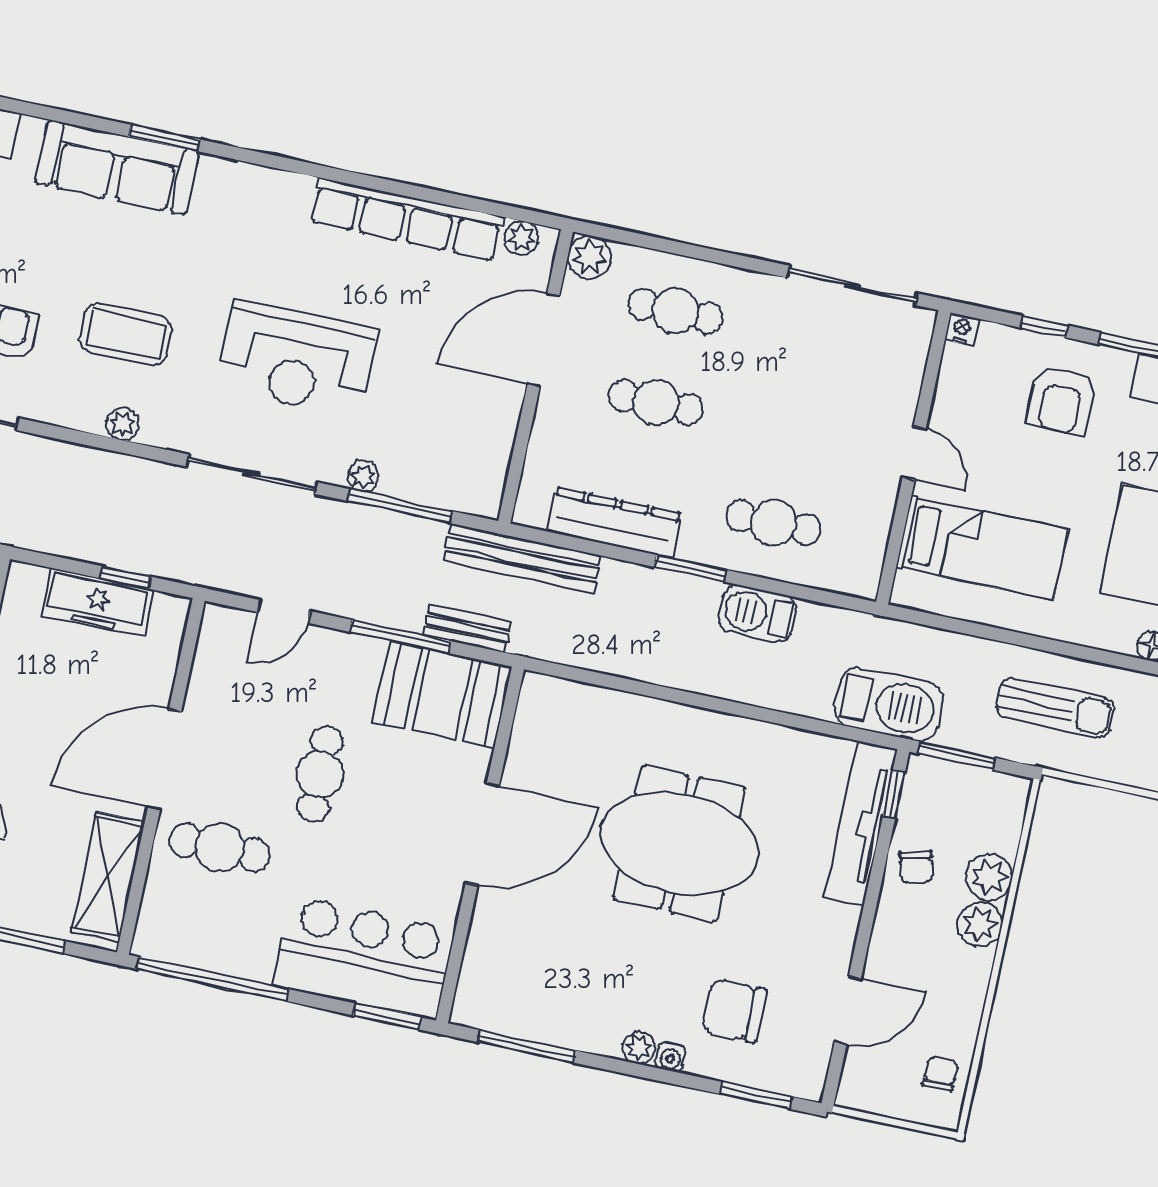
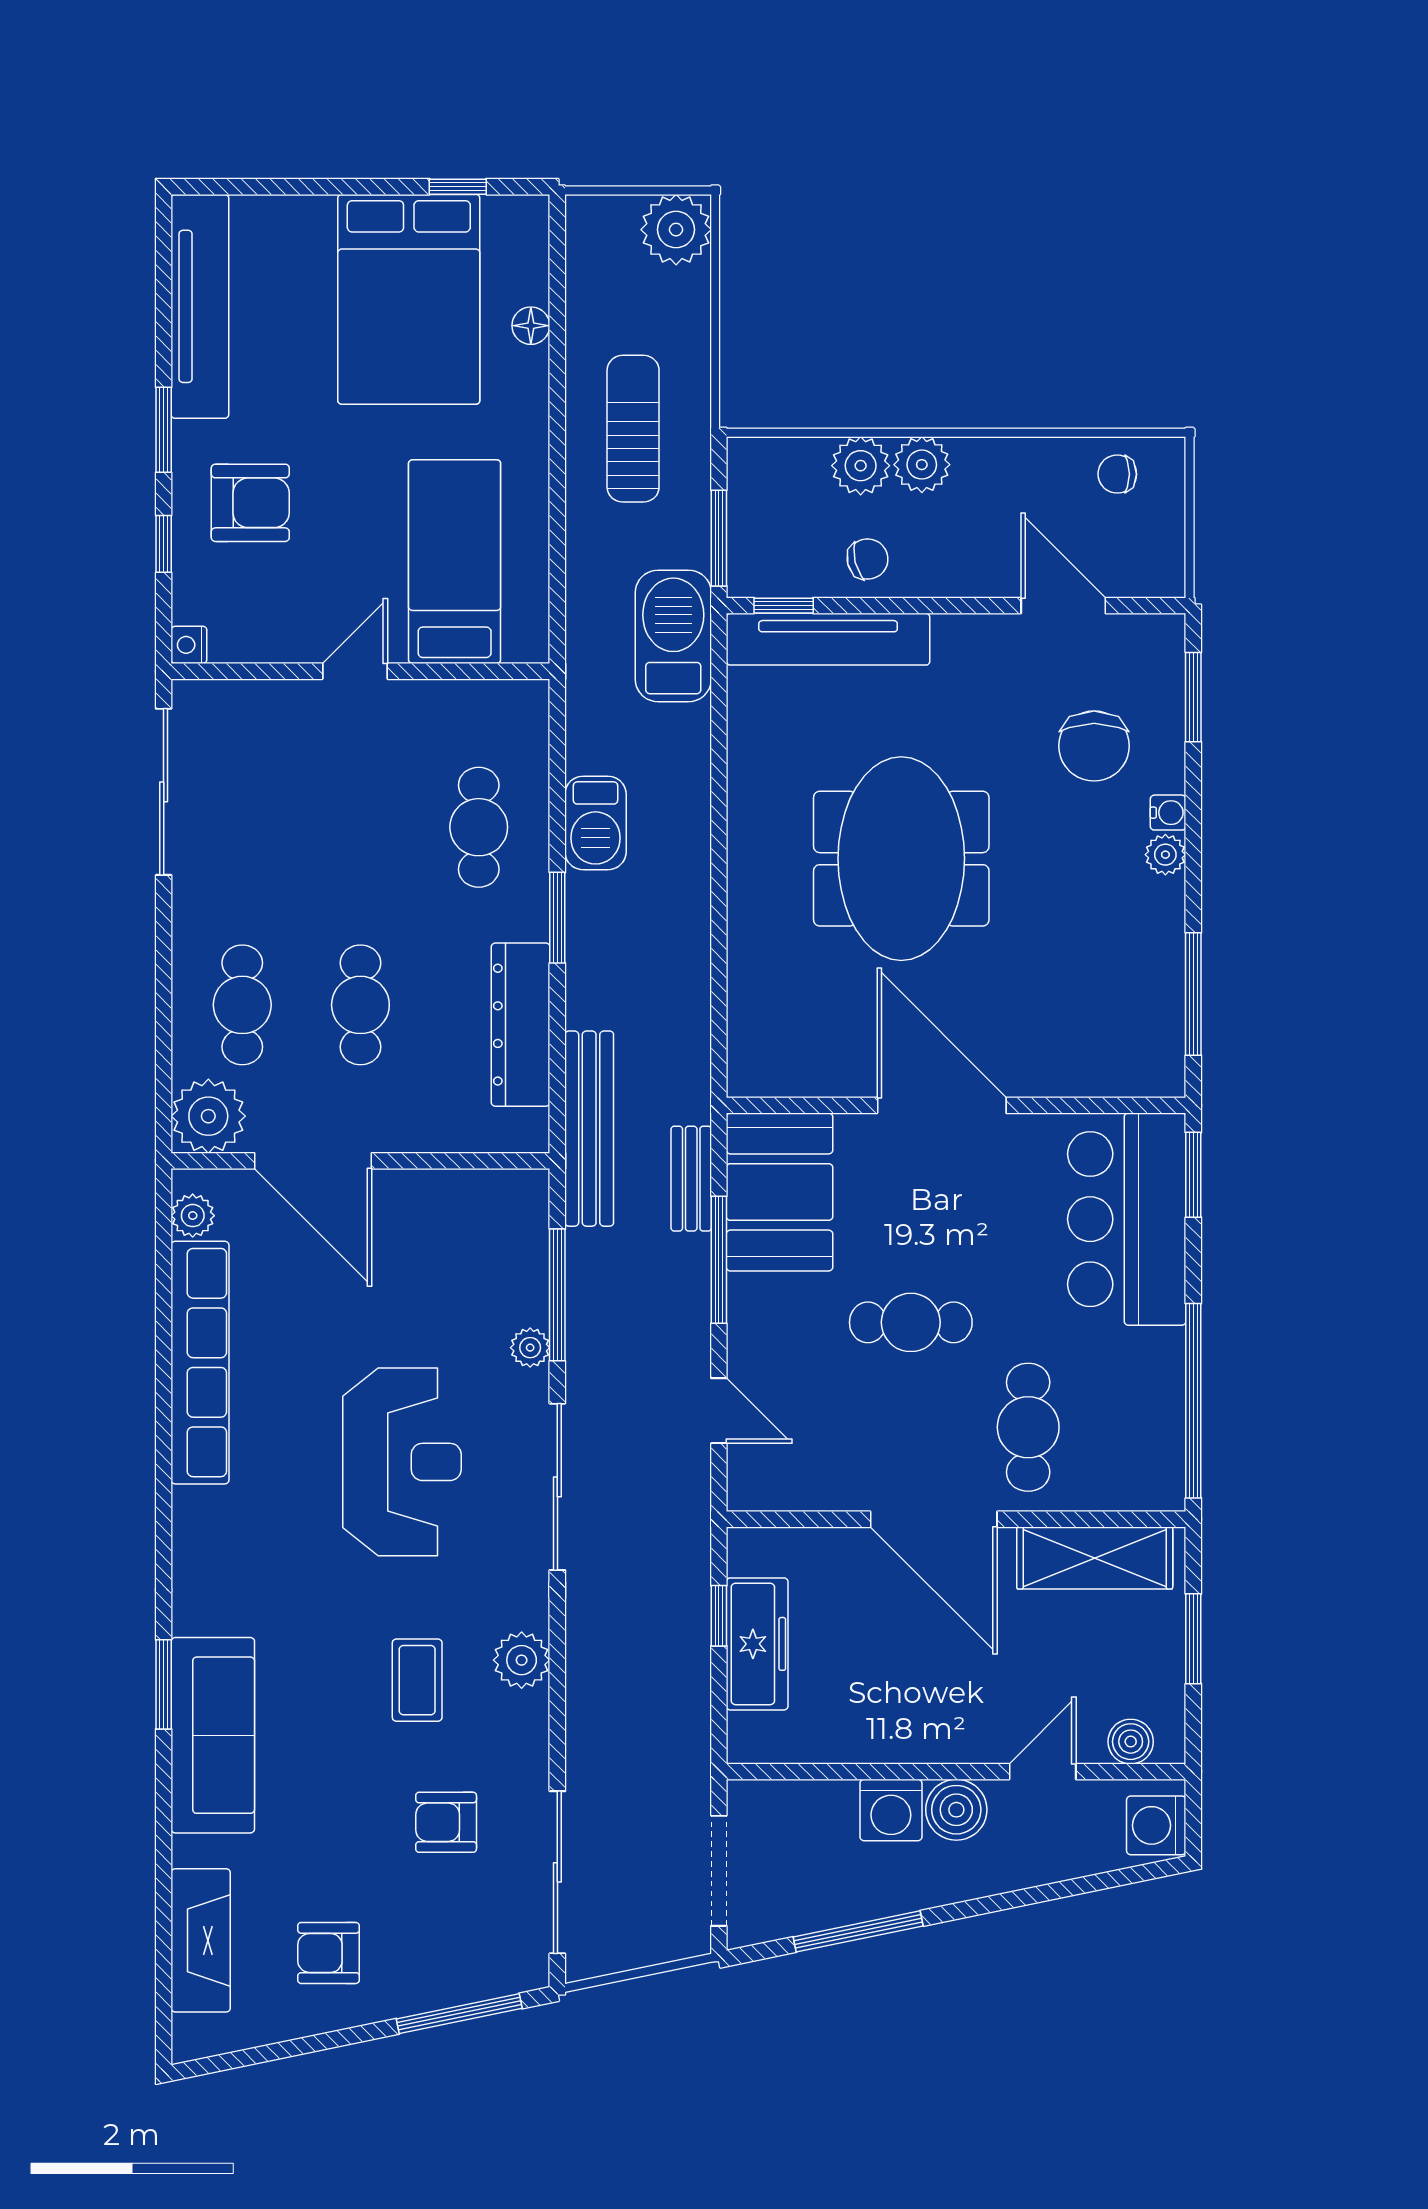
plant: (589, 257) -> (208, 1116), width x1.36, depth x1.36
coffee table: (126, 334) -> (417, 1680), width x0.73, depth x0.77
plant: (123, 424) -> (522, 1660), width x1.38, depth x1.38

